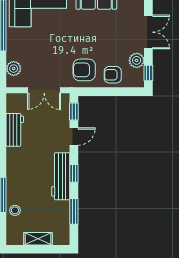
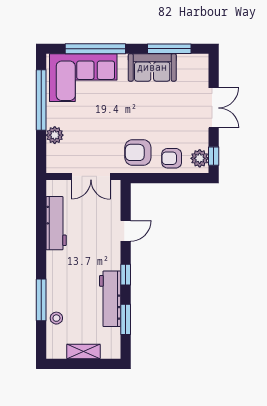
plant: (137, 60) -> (200, 158), moved
plant: (14, 69) -> (55, 135), moved
window: (74, 111) -> (126, 202), removed
workbench: (15, 130) -> (56, 223), width x1.38
workbench: (61, 176) -> (110, 299), moved

